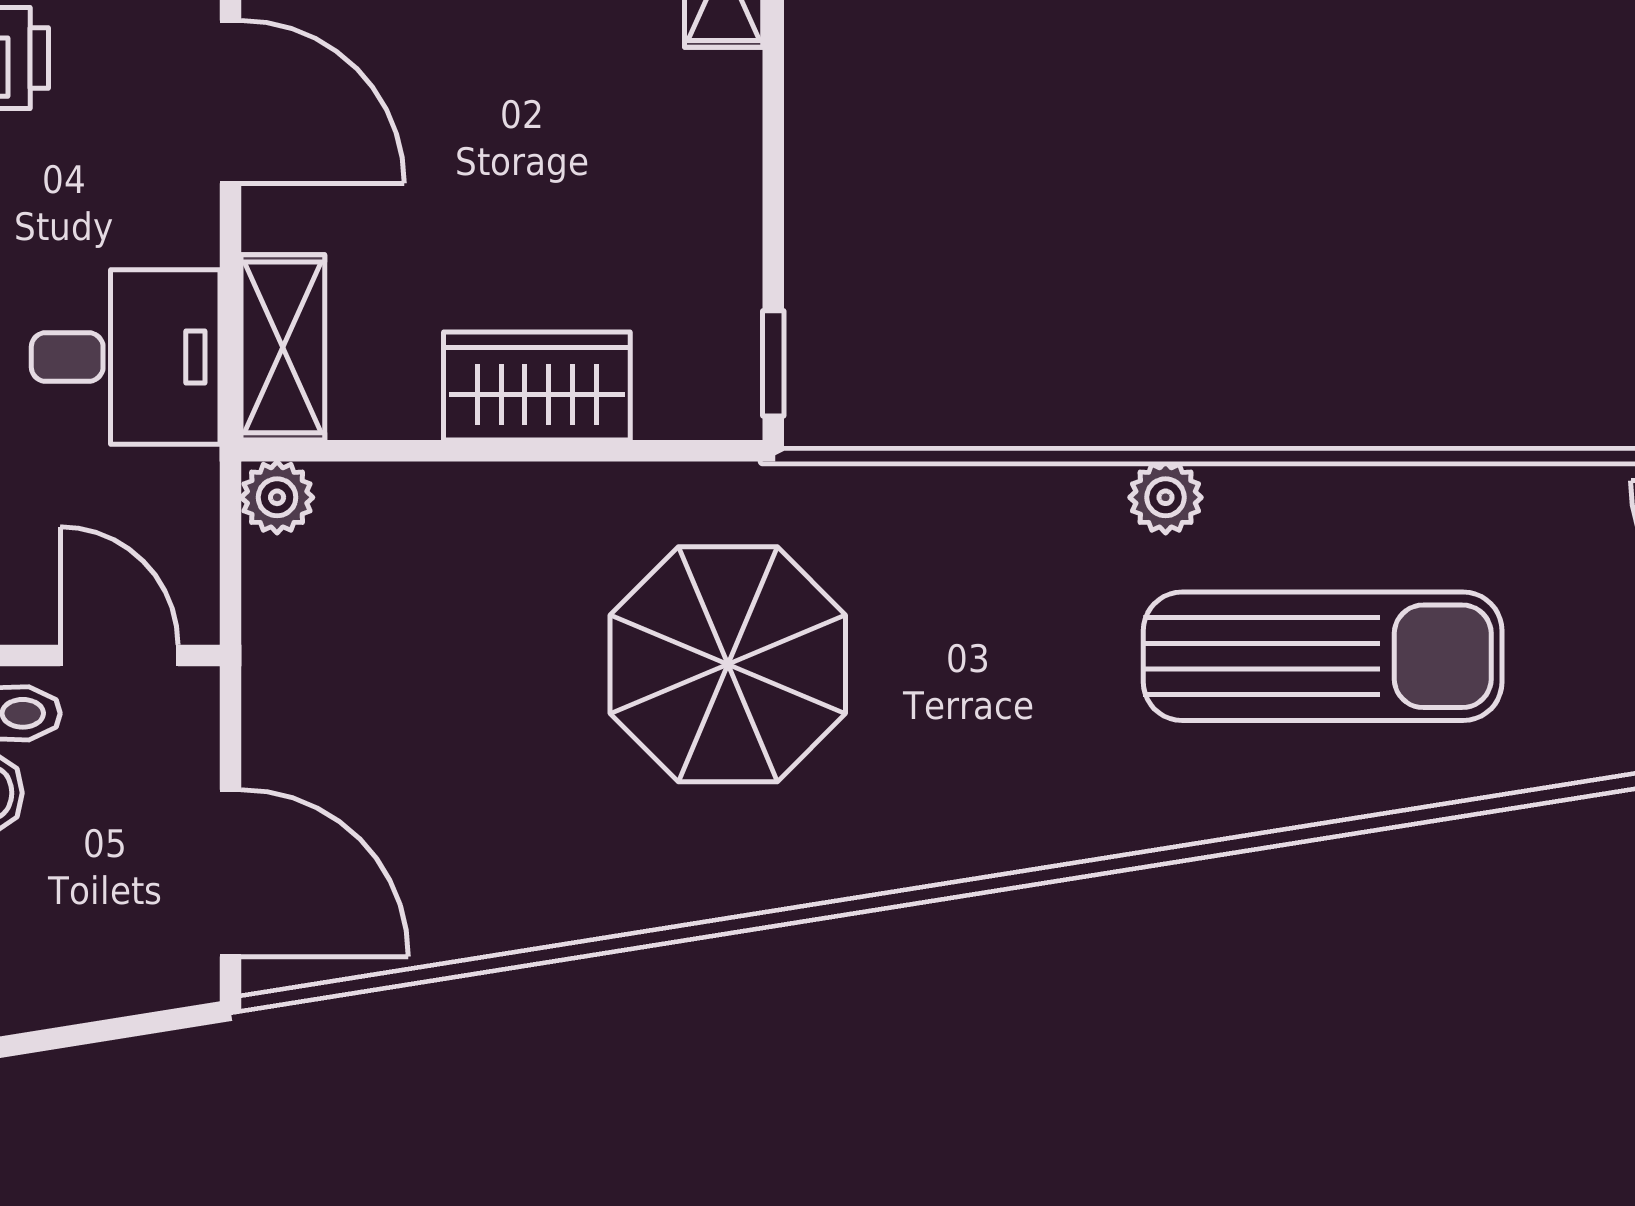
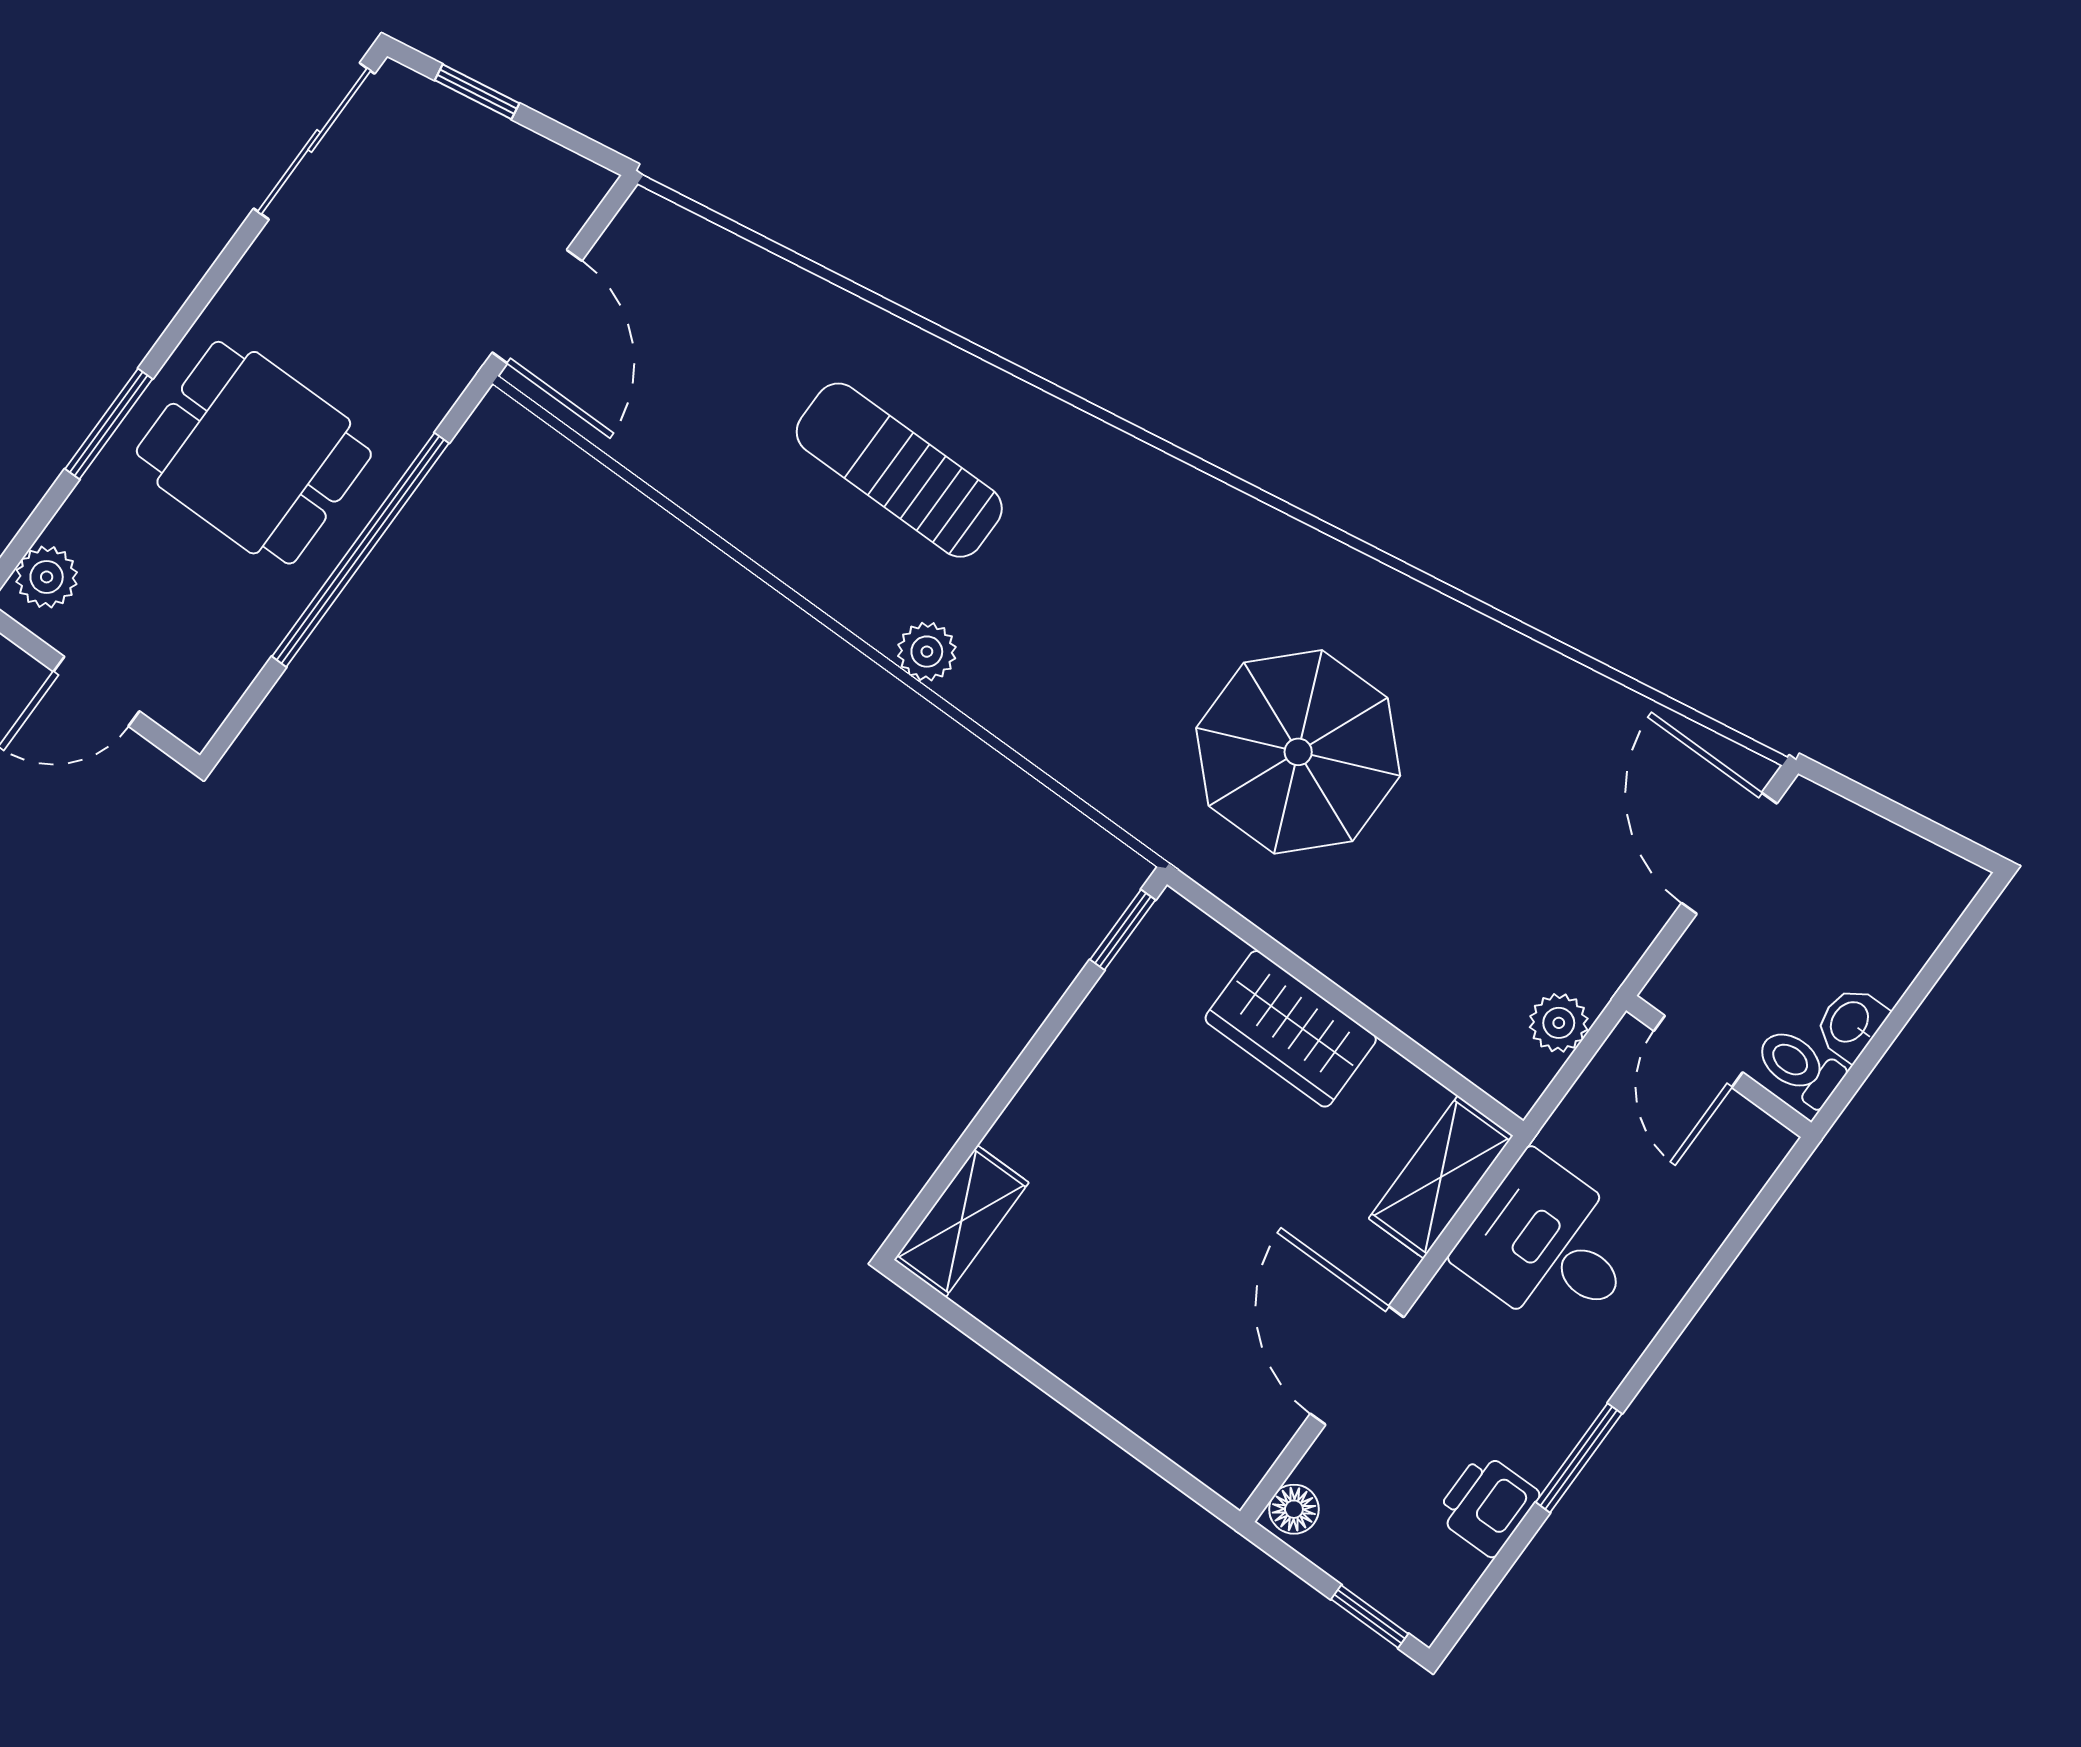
plant: (277, 497) -> (1559, 1023), moved
sun lounger: (1323, 656) -> (899, 470), width x0.73, depth x0.75

